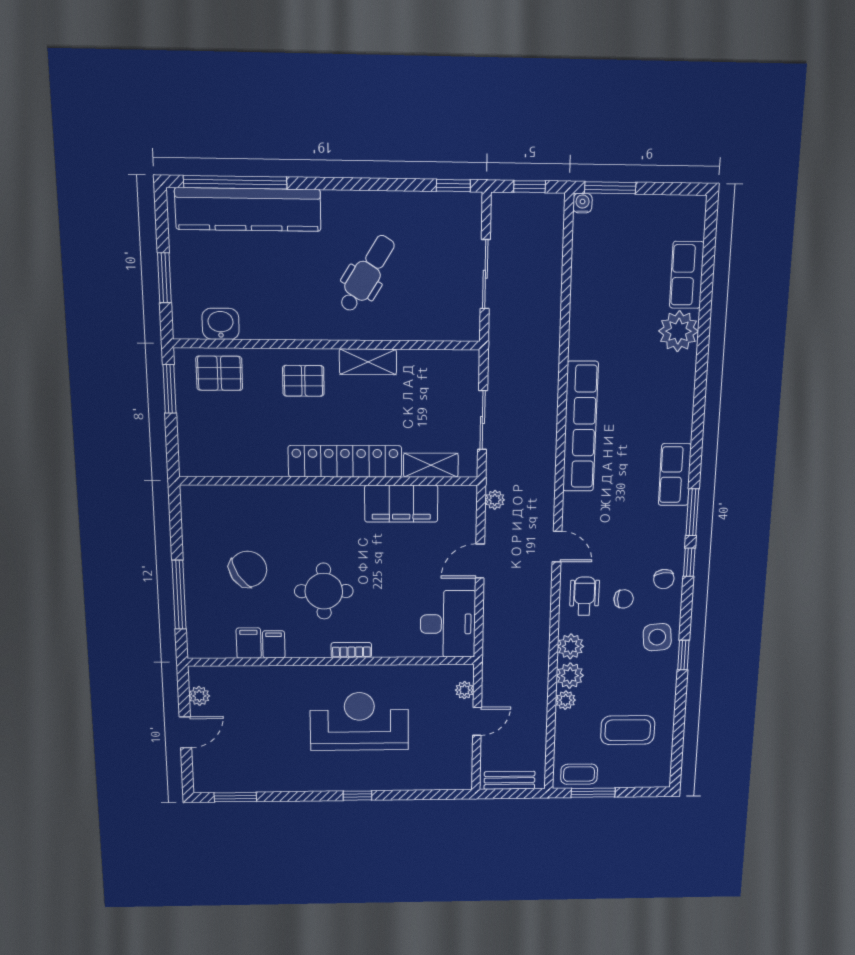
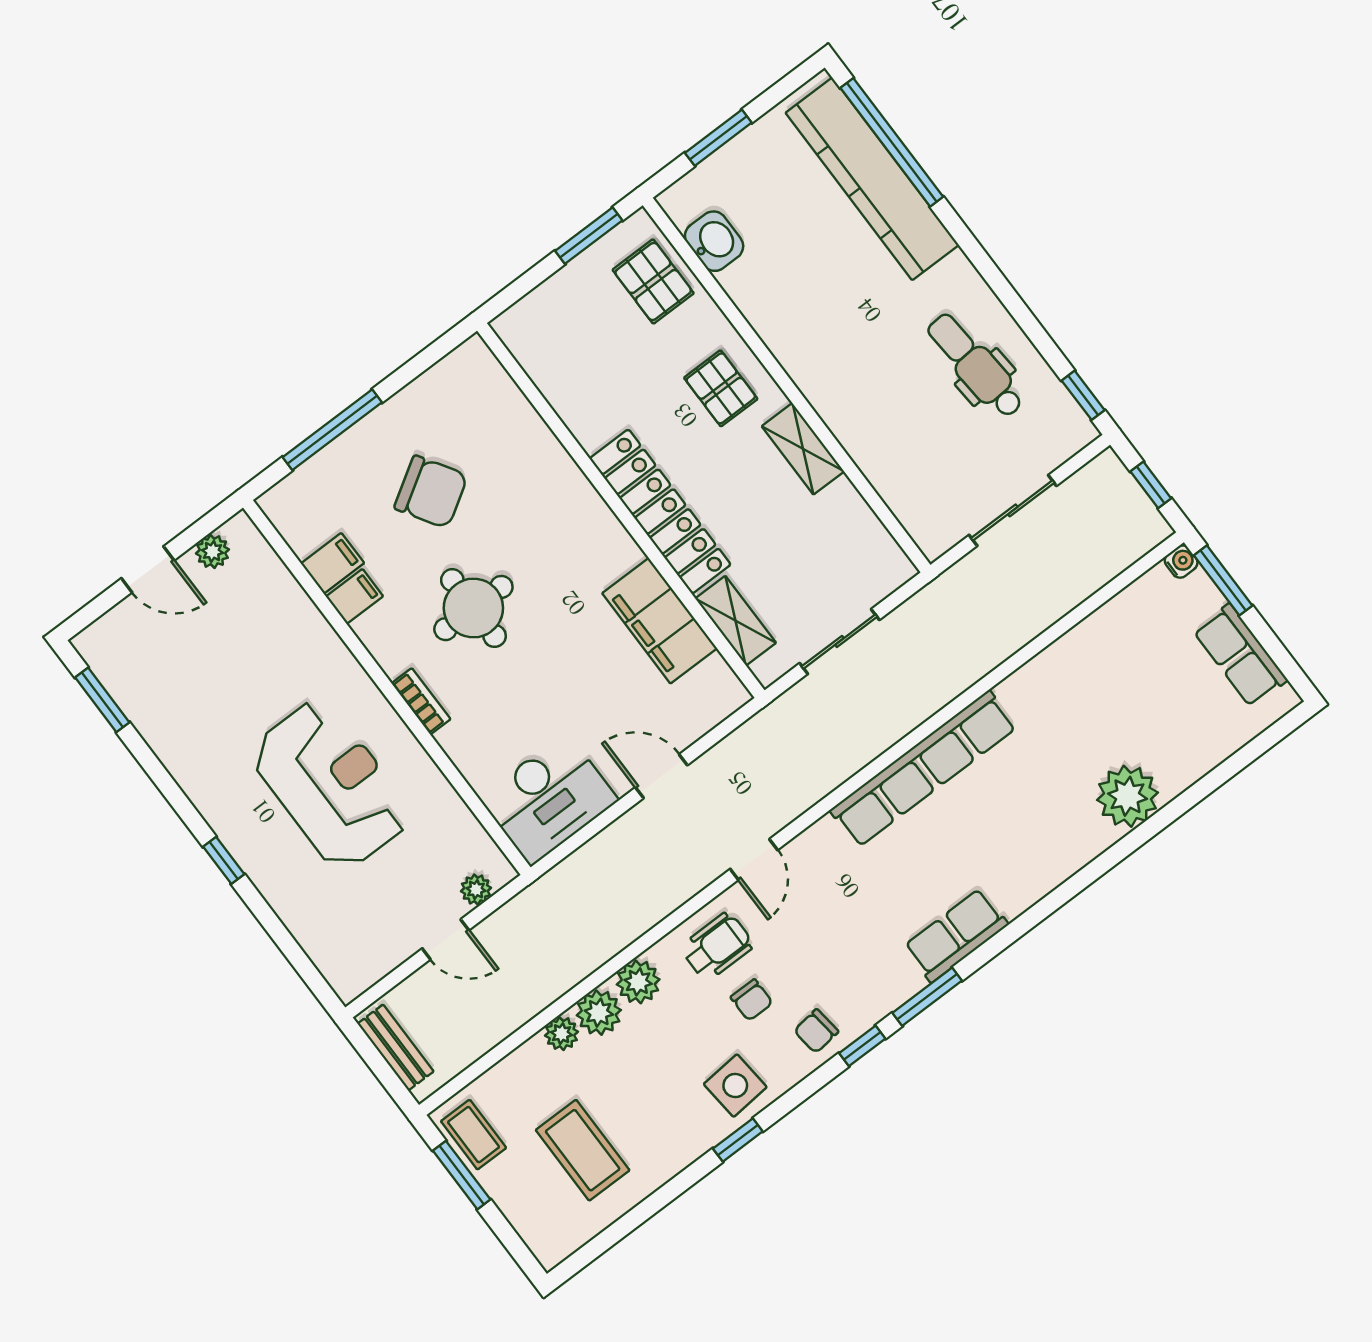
dental chair: (367, 274) -> (975, 366), moved, turned -126
row of seats: (687, 275) -> (1240, 655), moved, turned -90
plant: (495, 500) -> (753, 734), removed

